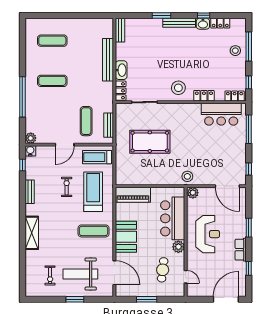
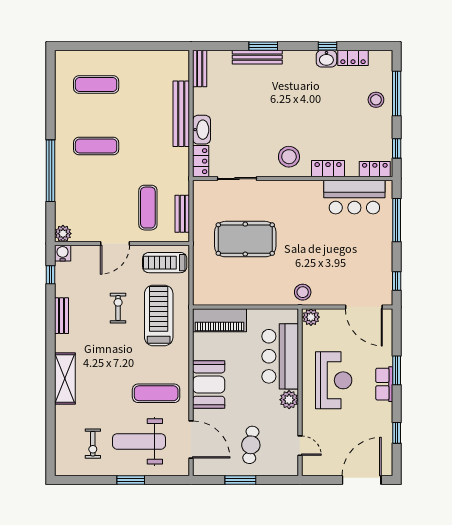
bench: (179, 23) -> (257, 57), moved
exercise mat: (94, 231) -> (156, 393), moved
row of seats: (241, 250) -> (384, 384), moved
cafe table: (163, 270) -> (251, 445), moved

